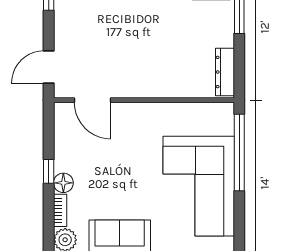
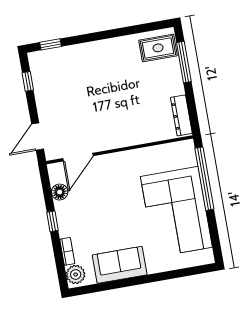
door: (93, 100) -> (78, 157), hinge flipped
floor lamp: (63, 183) -> (60, 192), moved

